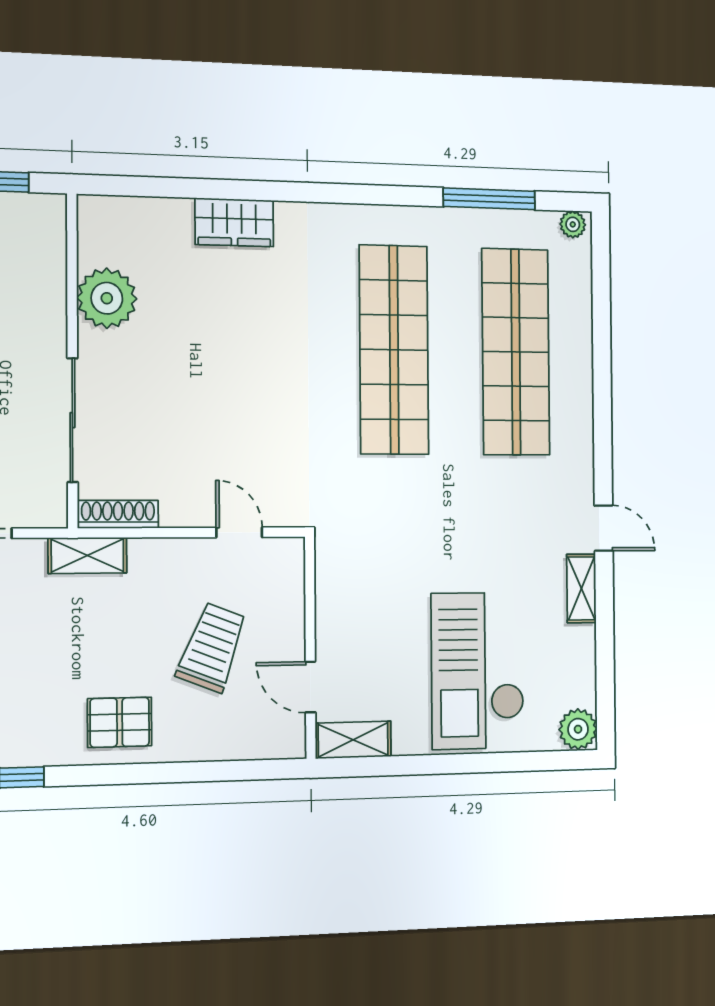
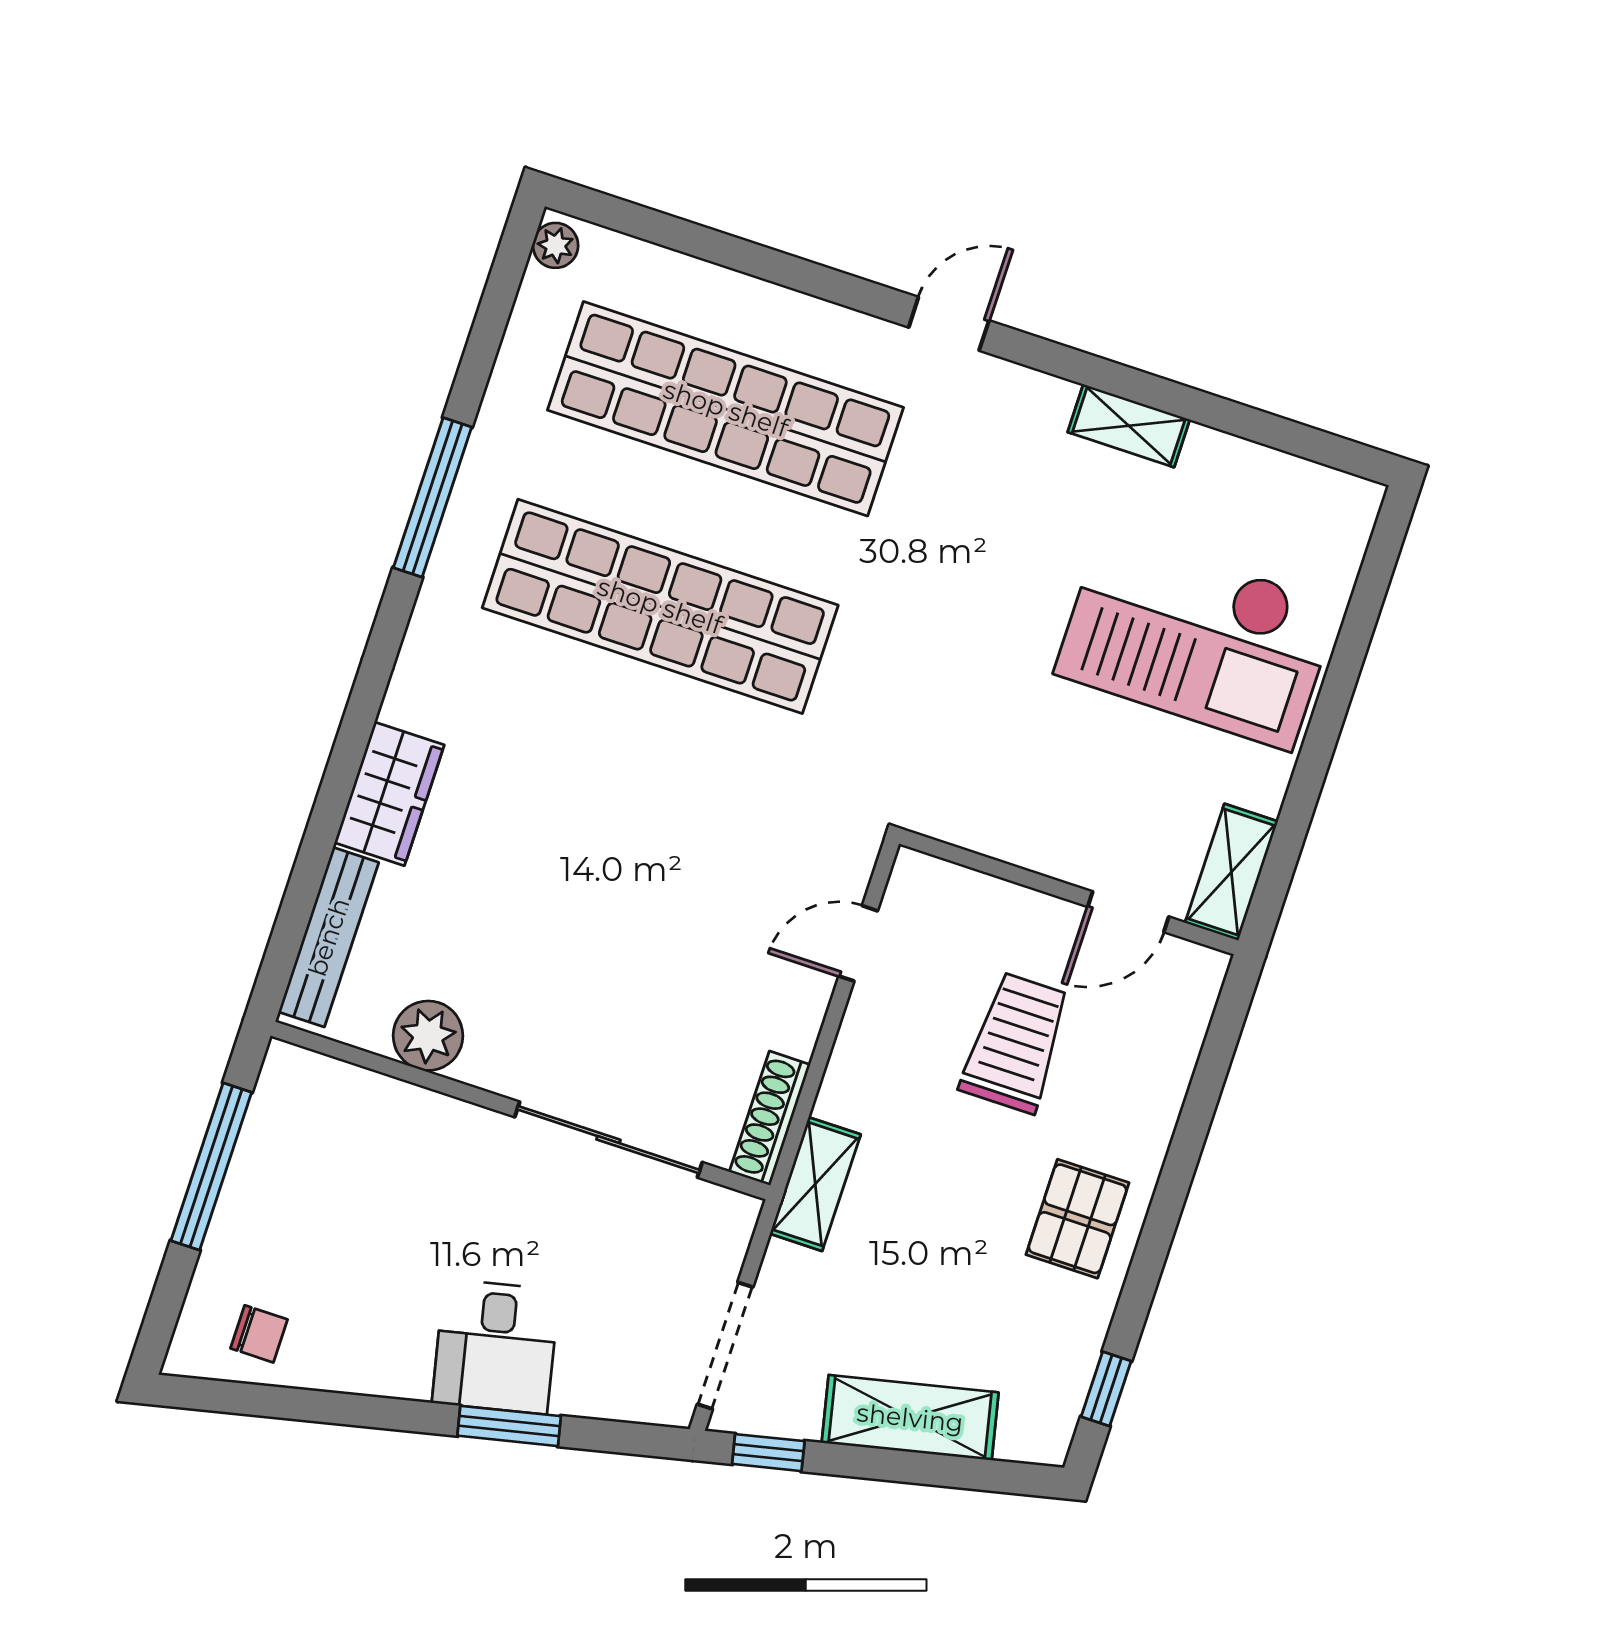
window: (489, 199) -> (433, 497), moved
bench: (138, 211) -> (329, 937), added
plant: (107, 298) -> (428, 1036), width x0.73, depth x0.73
door: (604, 528) -> (949, 324), moved
trolley: (212, 647) -> (1016, 1043), turned 69
plant: (578, 729) -> (1345, 506), removed

